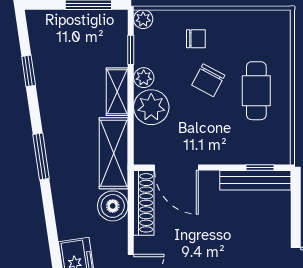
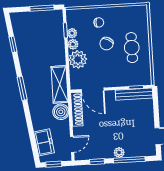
plant: (143, 19) -> (72, 33), moved
shelving: (117, 92) -> (60, 52), removed

